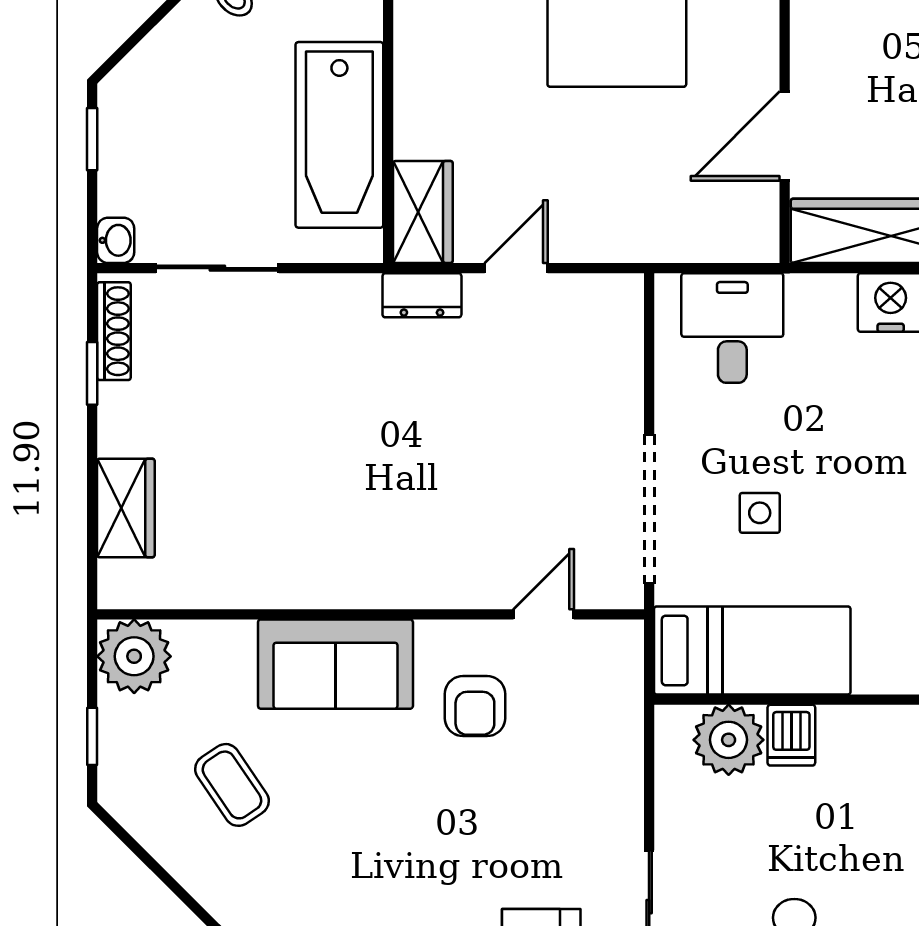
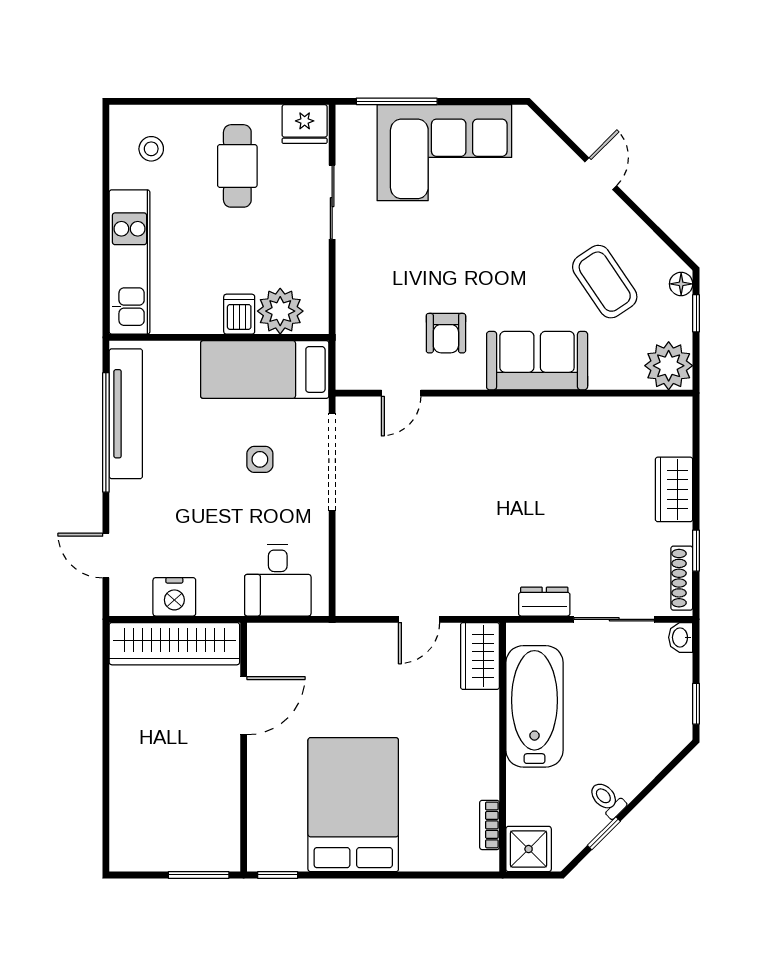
dresser: (422, 295) -> (544, 602), moved
wardrobe: (126, 508) -> (674, 489), moved
armchair: (475, 706) -> (446, 333), turned 180
floor lamp: (115, 781) -> (681, 284), added
coffee table: (232, 785) -> (605, 282), width x1.36, depth x1.30

